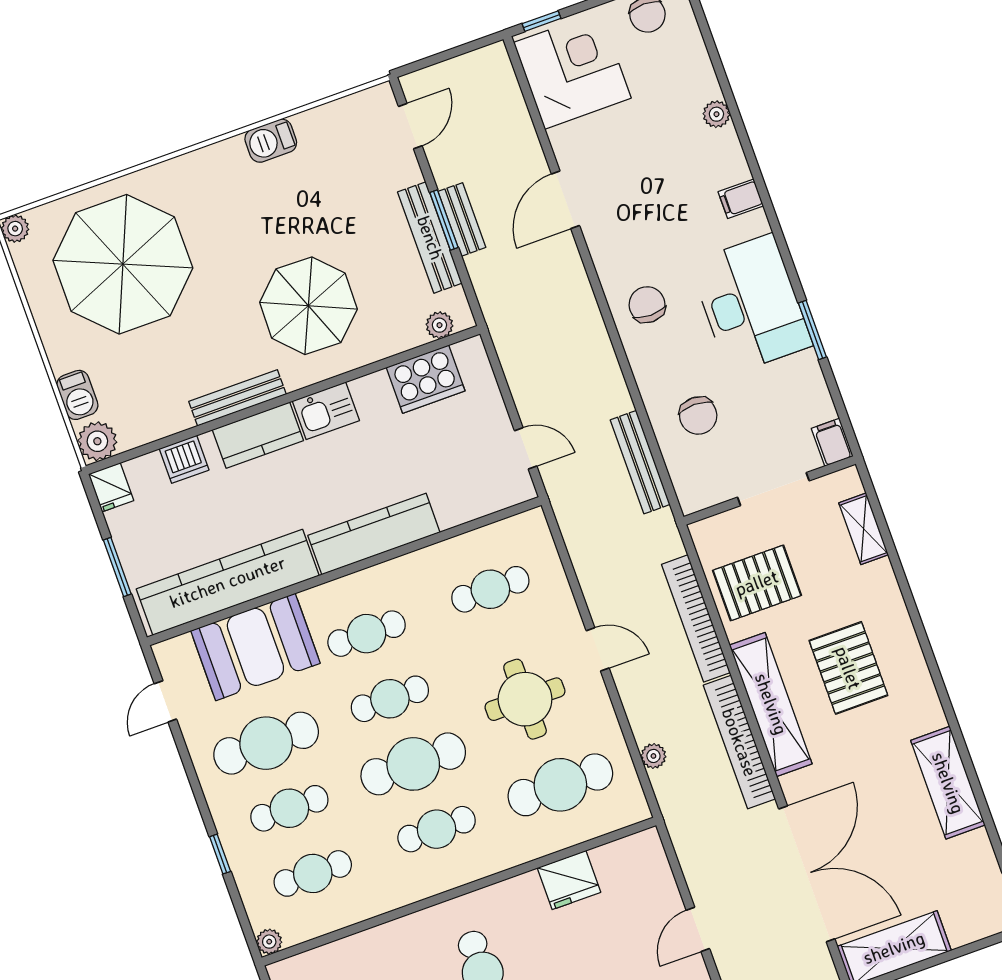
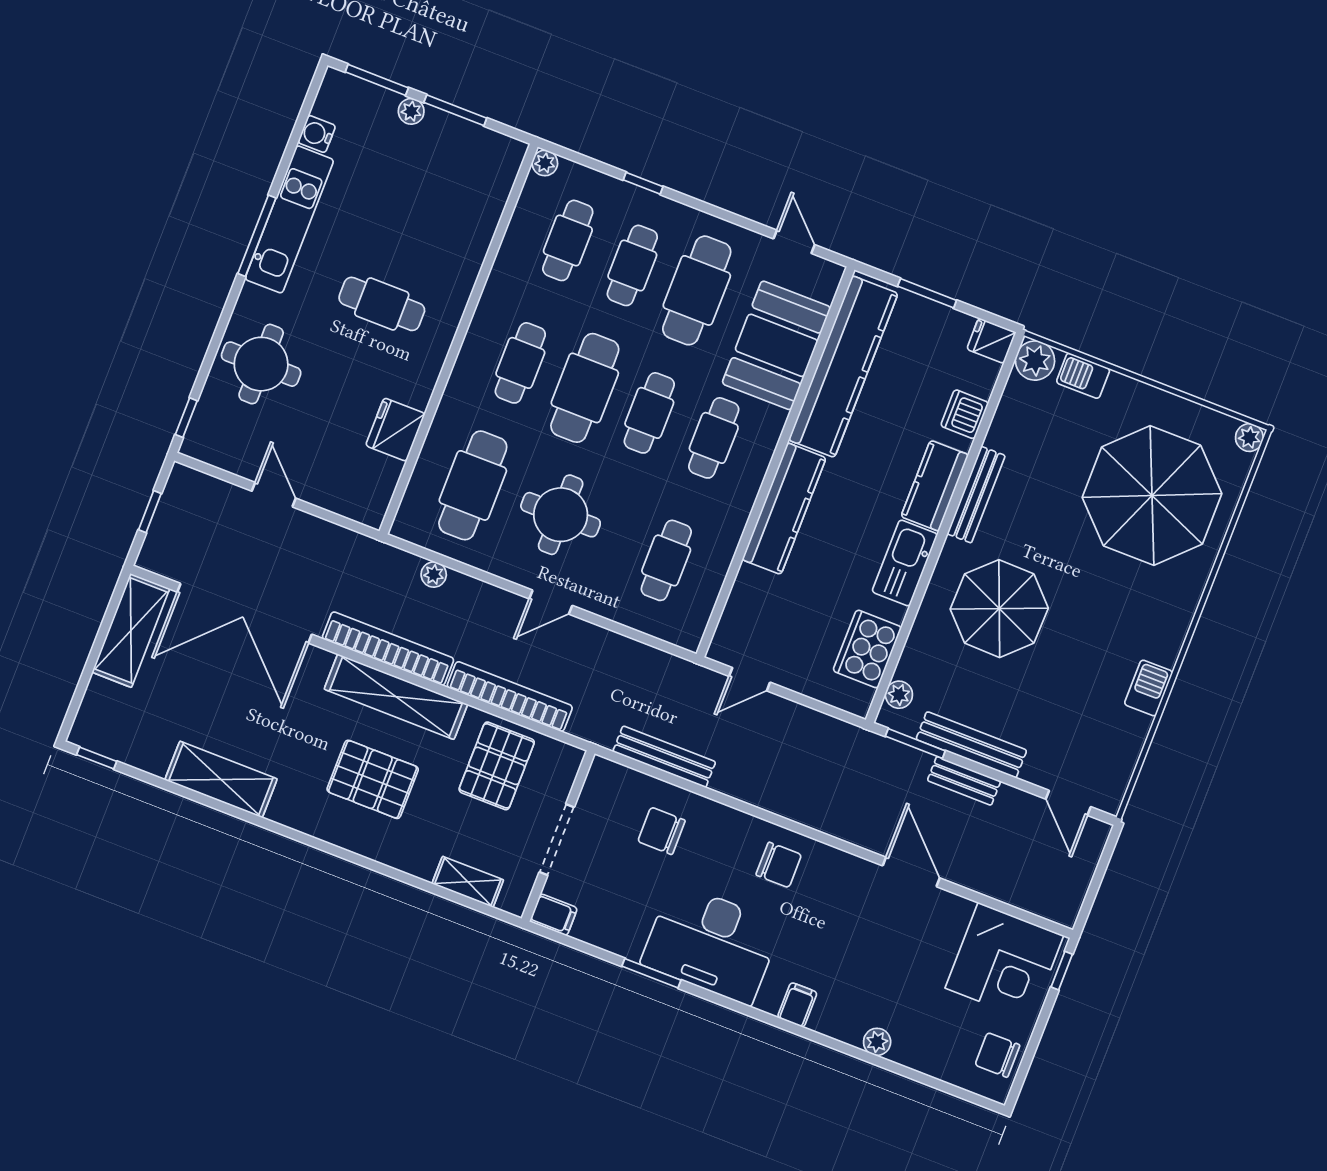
window: (444, 220) -> (915, 743), moved
kitchen sink: (326, 411) -> (905, 563), width x1.38

